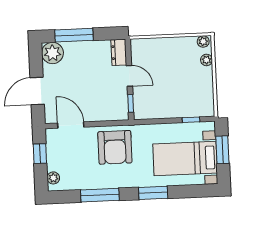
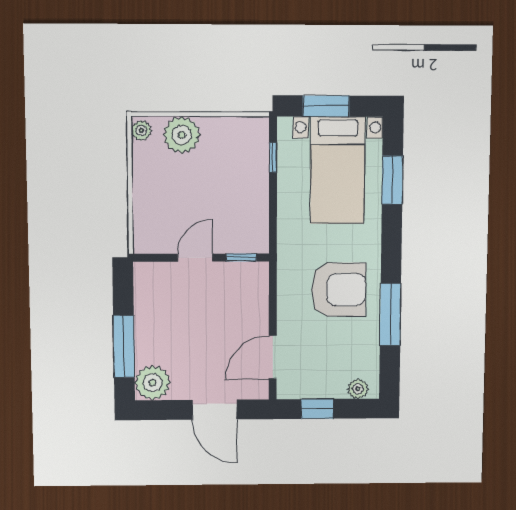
dresser: (119, 52) -> (155, 274), removed
plant: (207, 60) -> (182, 135), width x1.88, depth x1.88
armchair: (115, 147) -> (339, 290), moved
window: (153, 193) -> (392, 180), moved

